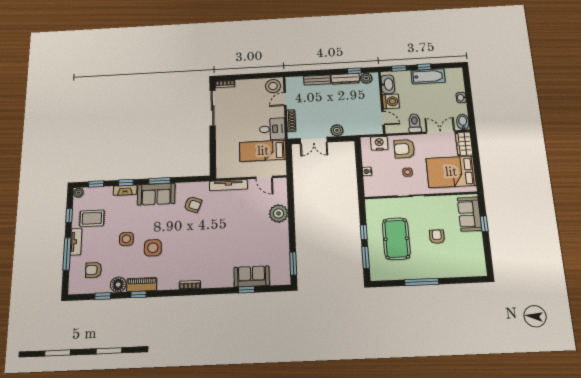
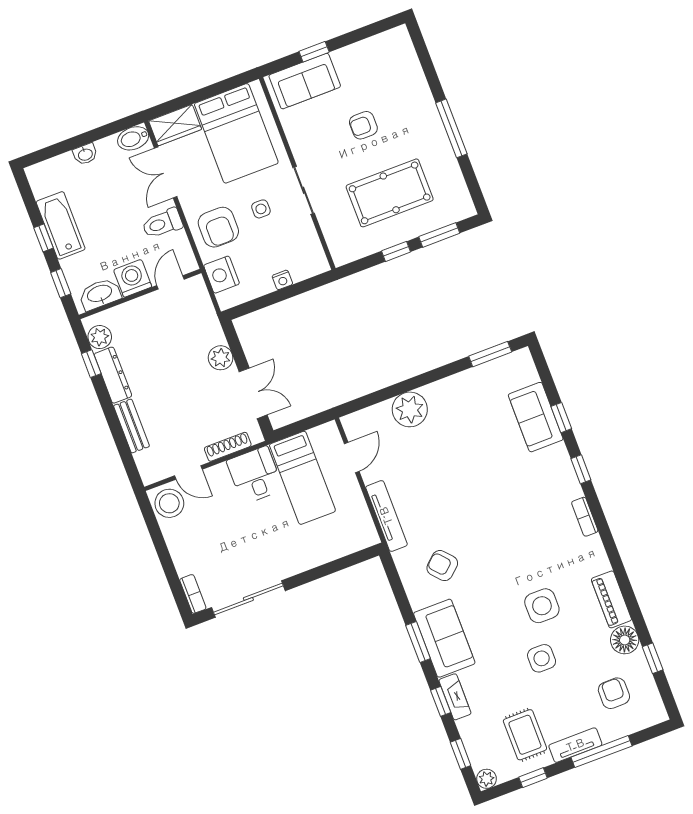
armchair: (193, 205) -> (442, 566), turned -63
armchair: (93, 270) -> (614, 693), turned 180
window: (138, 294) -> (581, 469), moved

